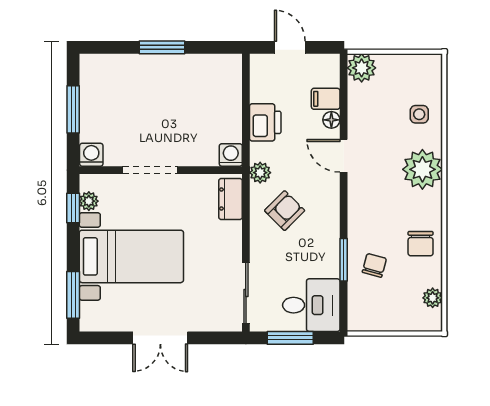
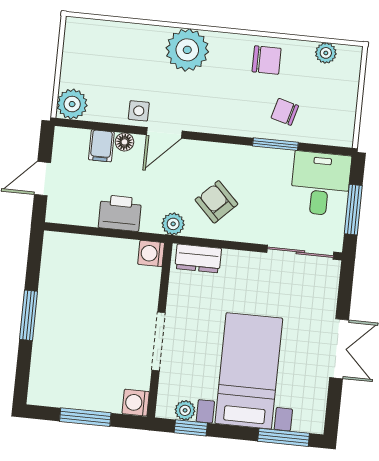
side table: (419, 114) -> (139, 111), moved

